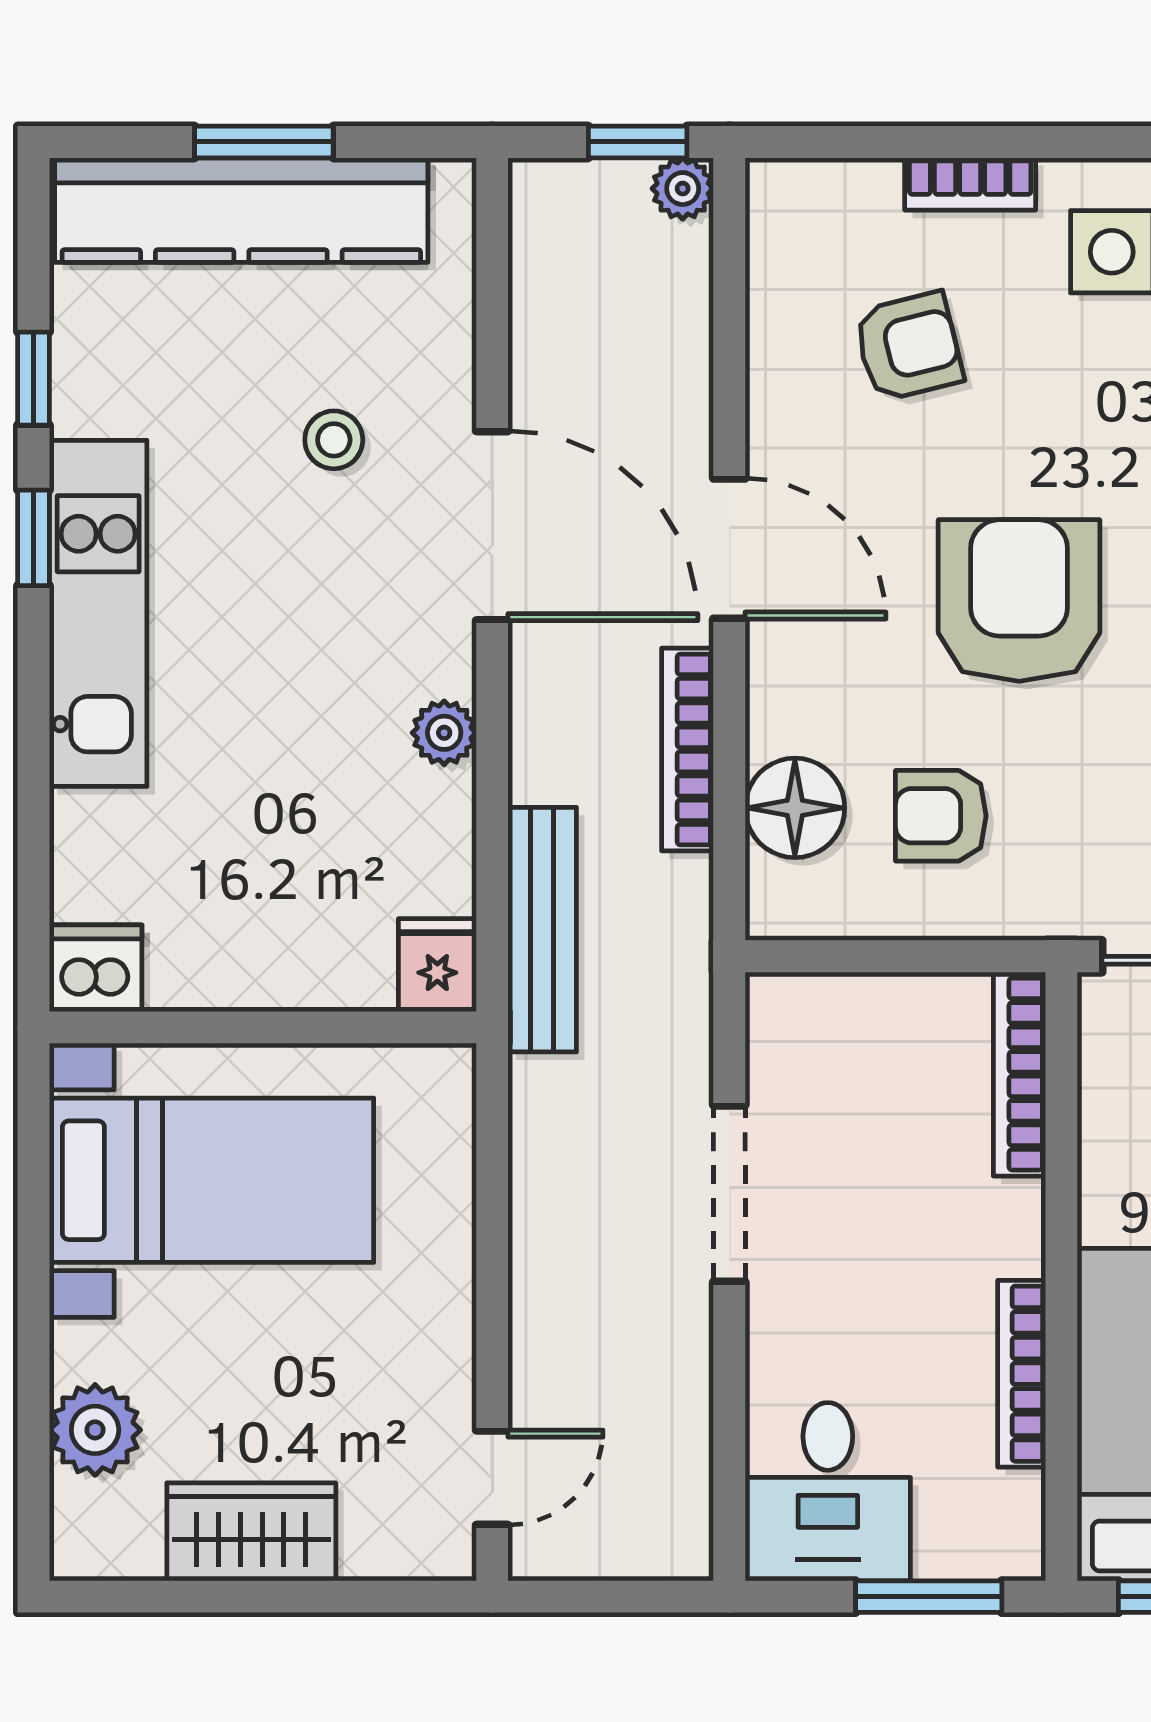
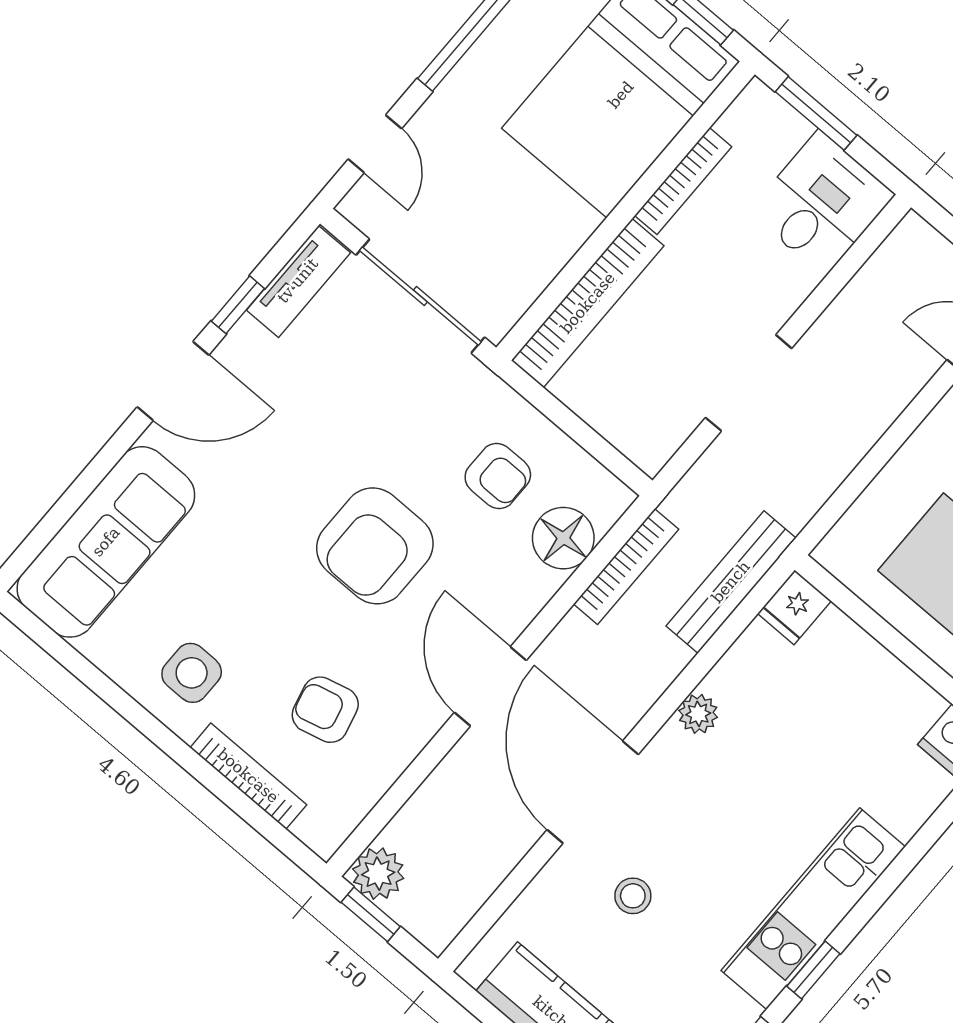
bookcase: (970, 184) -> (248, 776), width x1.56
plant: (683, 189) -> (378, 874), width x1.38, depth x1.38
bookcase: (688, 749) -> (626, 567), moved
bookcase: (1019, 1074) -> (588, 303), width x1.48, depth x1.31

